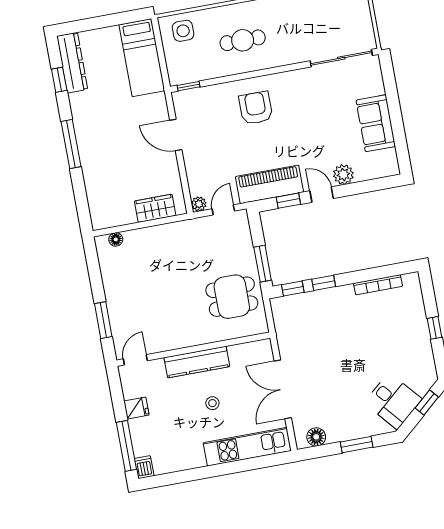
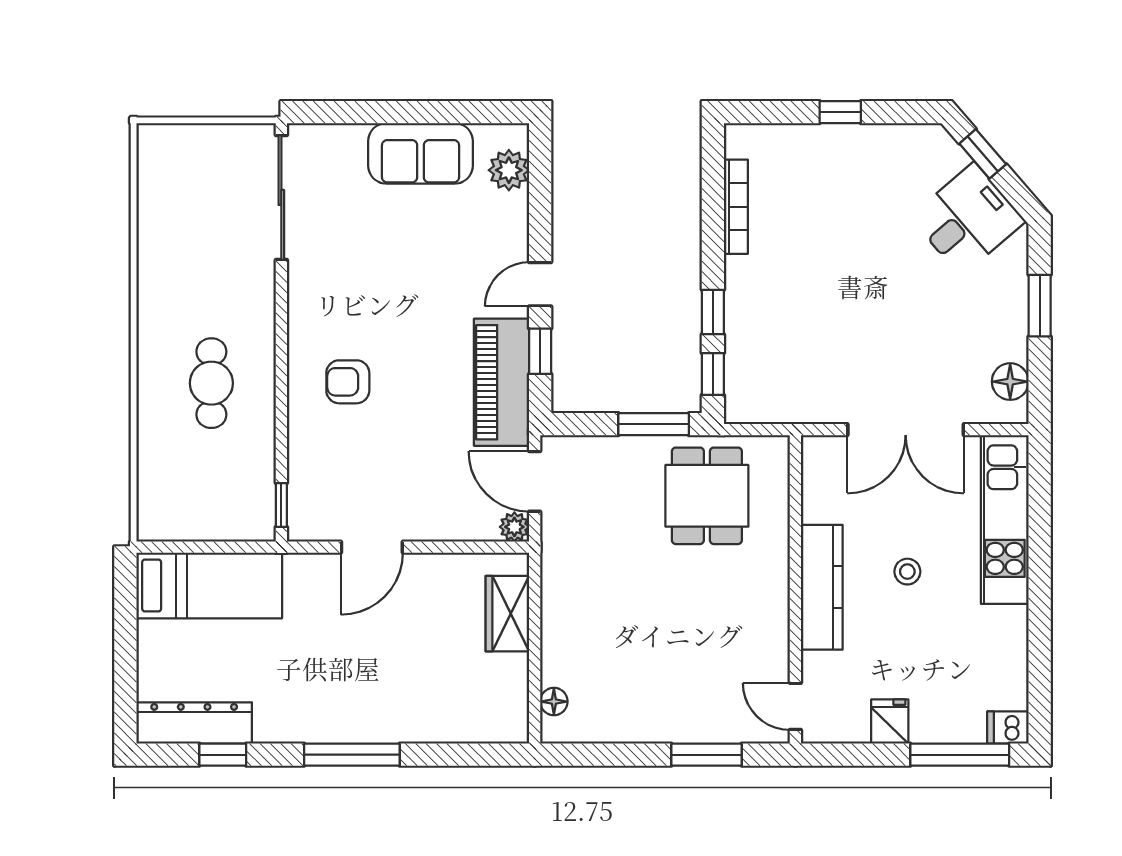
side table: (183, 31) -> (172, 496), removed
armchair: (256, 108) -> (348, 382), width x0.72, depth x0.72
plant: (343, 175) -> (509, 170), moved
door: (223, 210) -> (535, 481), width x1.38

